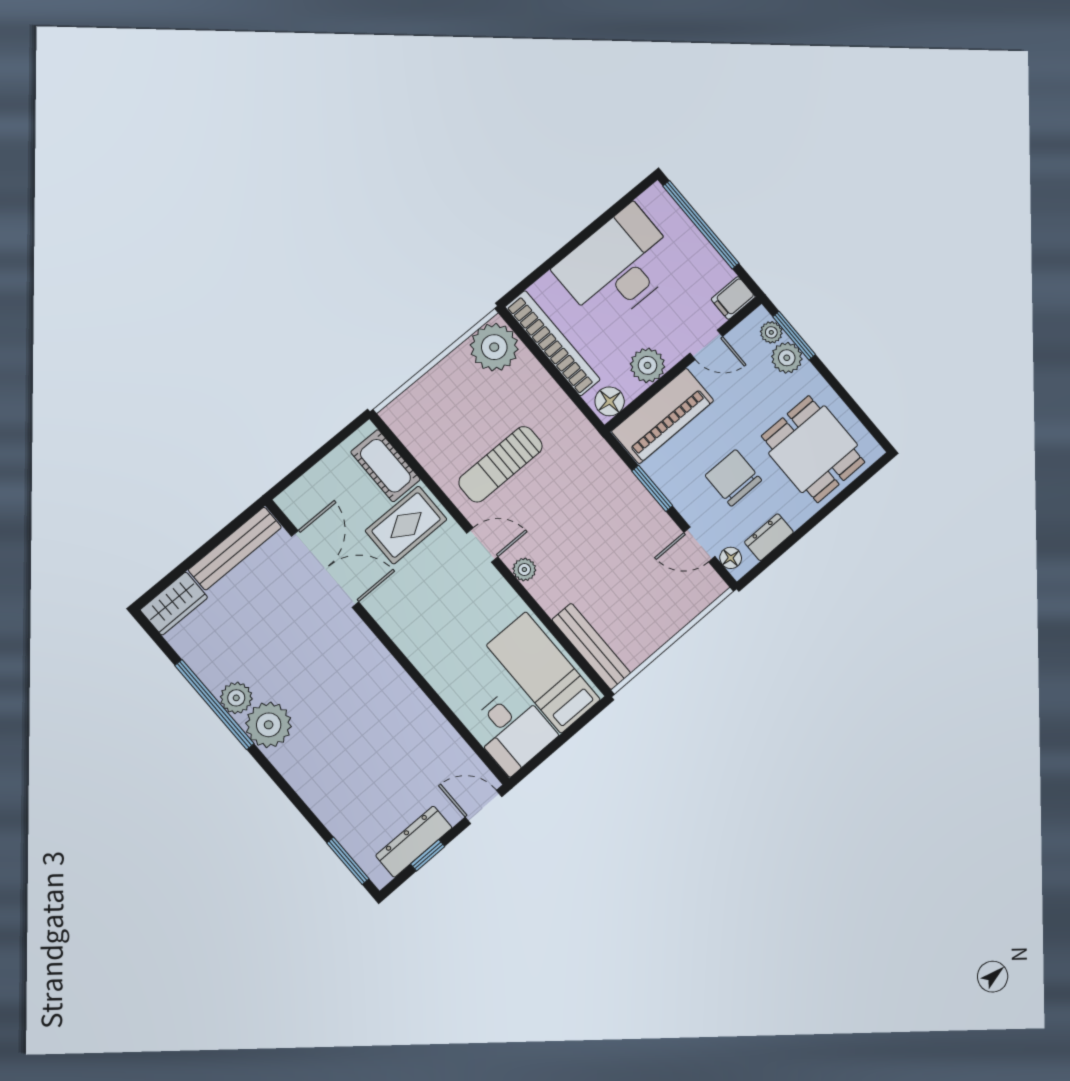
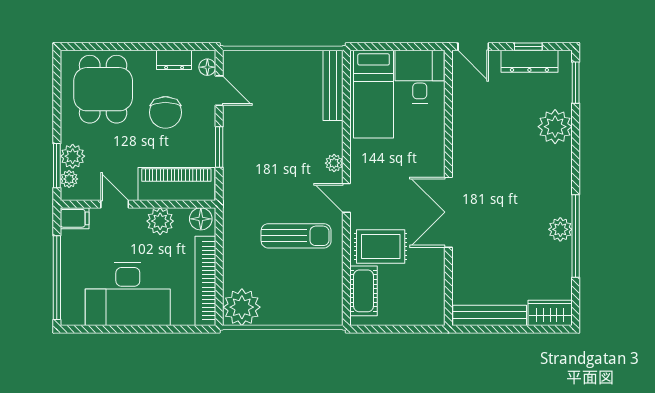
double door: (325, 569) -> (448, 212), moved
plant: (269, 725) -> (555, 127), moved

